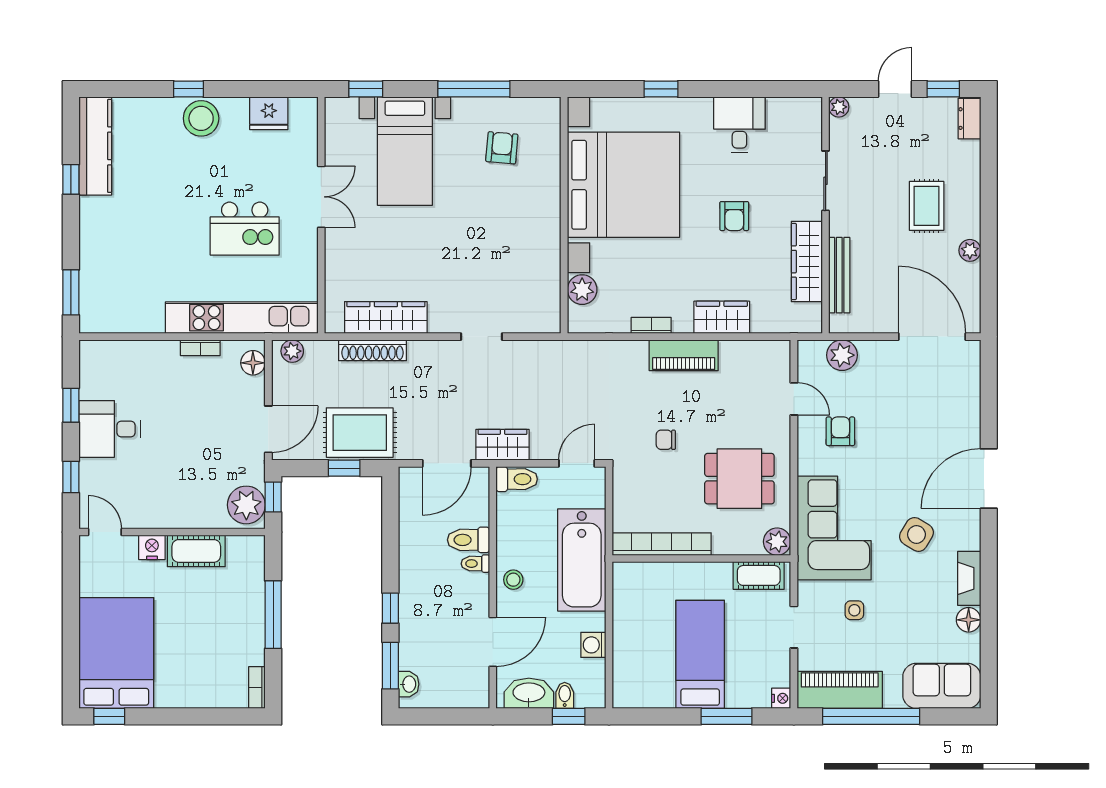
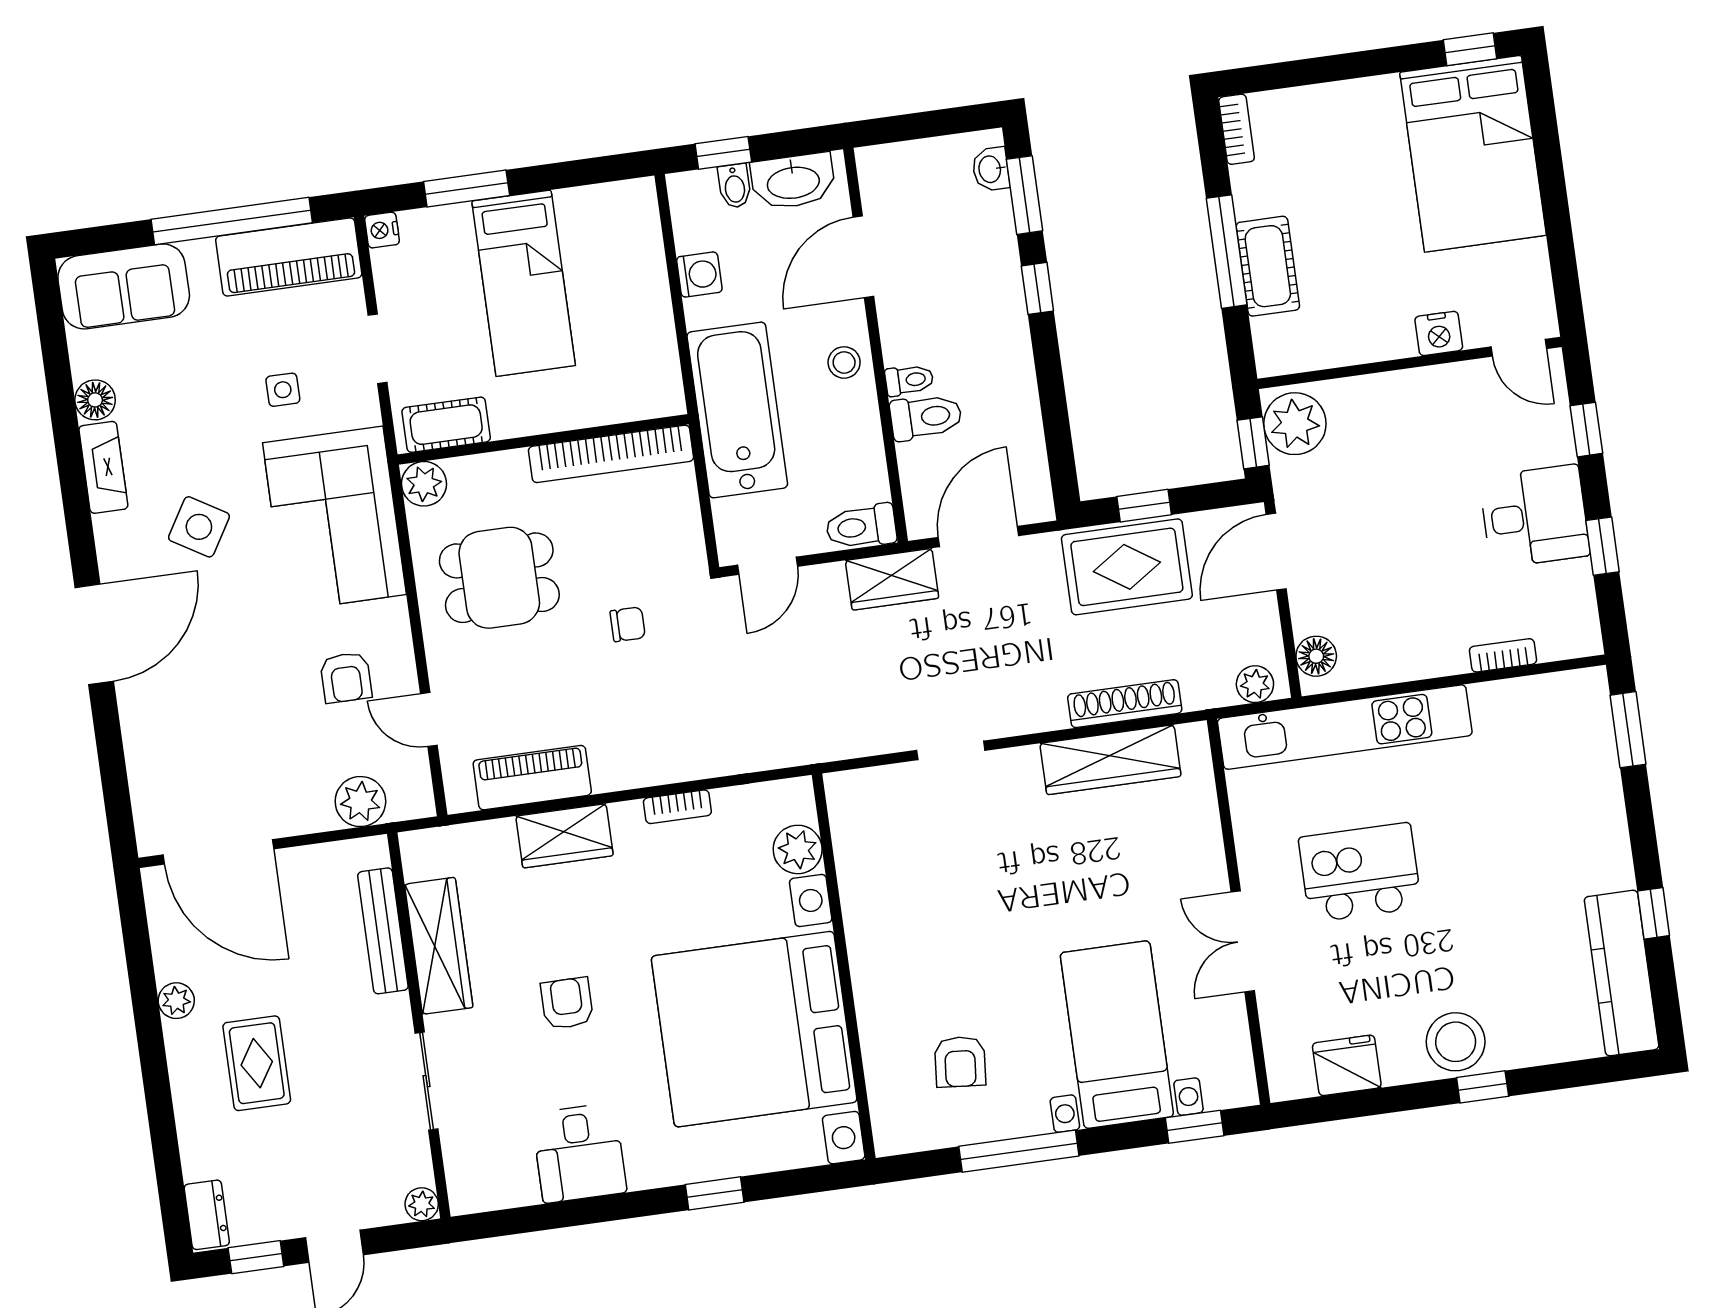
bookcase: (200, 348) -> (1503, 655), moved
piano: (684, 355) -> (532, 778), moved
cot: (196, 551) -> (1268, 266), moved, turned 90

